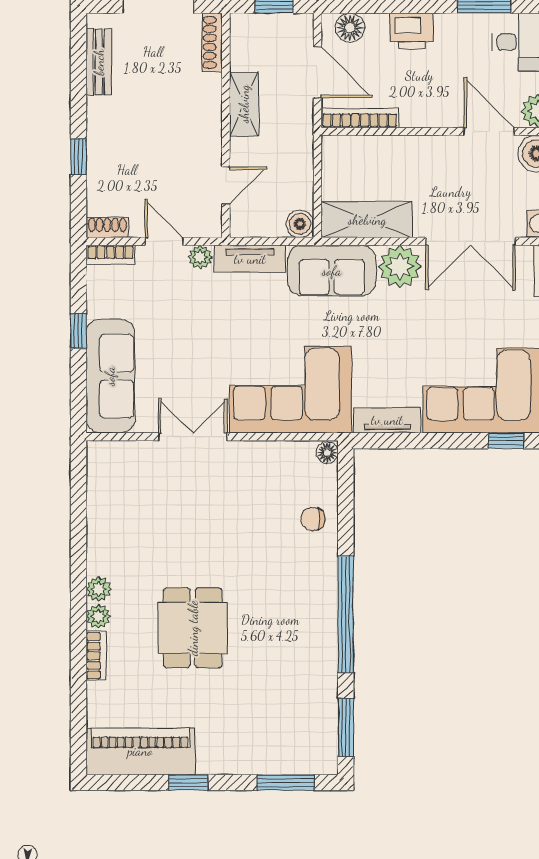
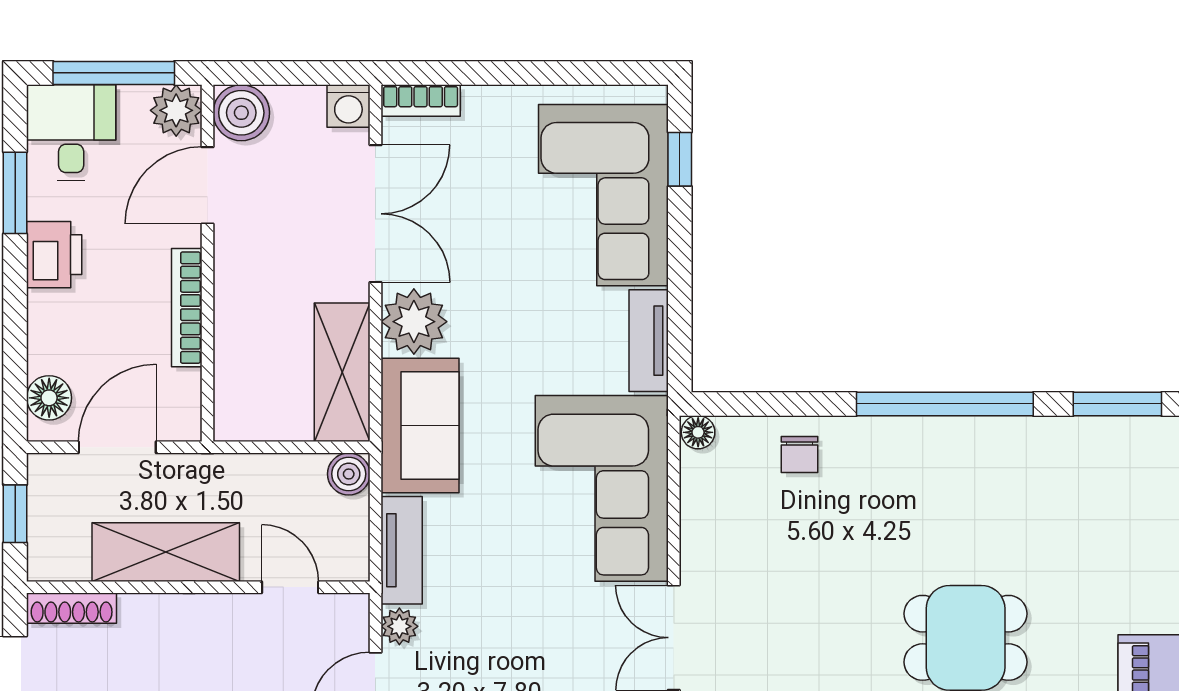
printer: (412, 31) -> (54, 255), moved
shelving: (244, 104) -> (166, 552), width x1.50, depth x1.33
bookcase: (360, 118) -> (187, 308), moved

